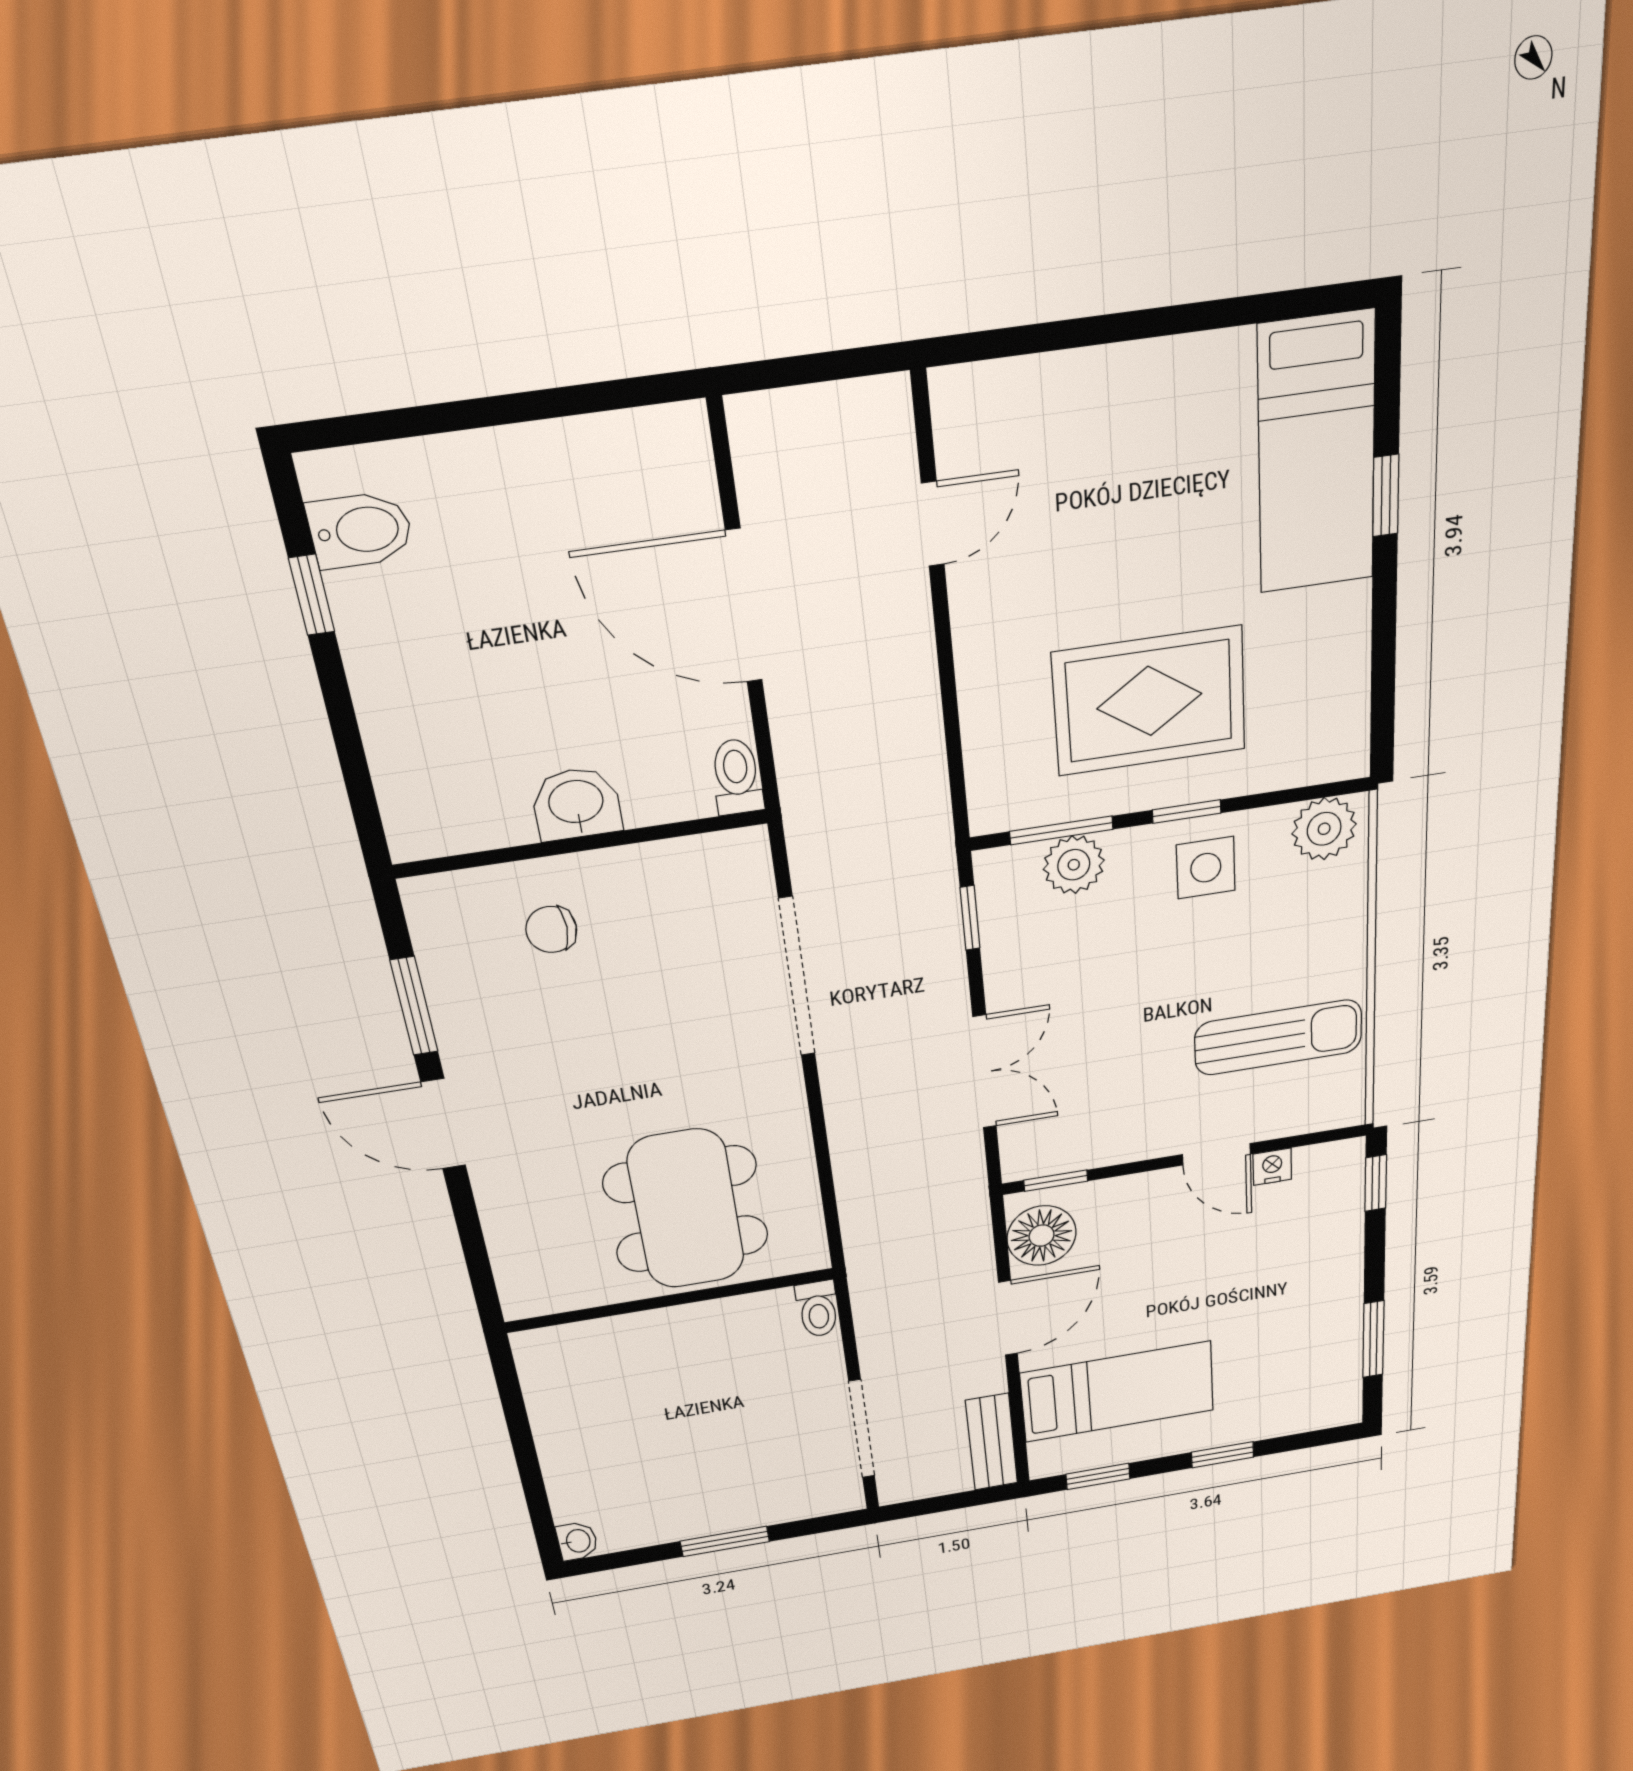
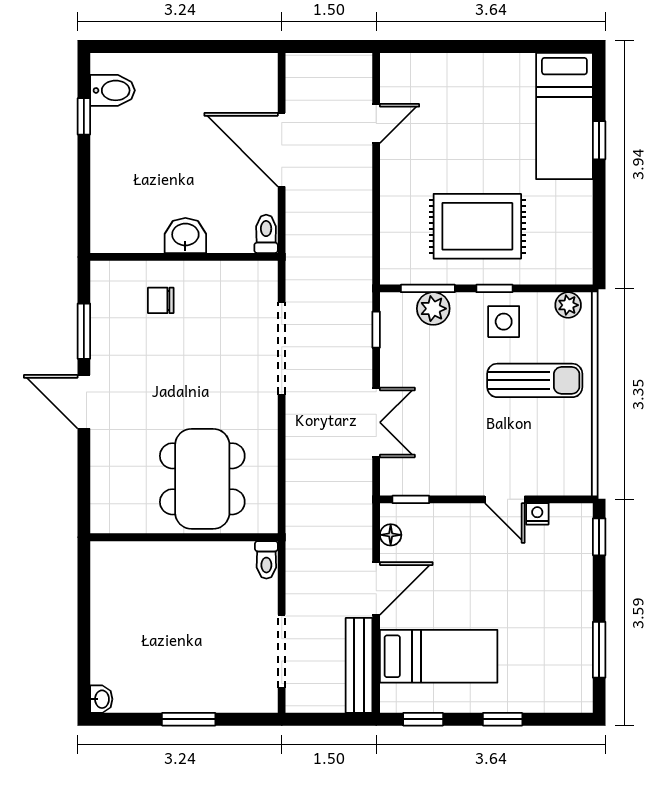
plant: (1324, 829) -> (568, 305), width x0.73, depth x0.73
sun lounger: (1278, 1037) -> (535, 380), moved
floor lamp: (1042, 1236) -> (391, 535), width x0.53, depth x0.53
bench: (992, 1442) -> (359, 665), width x1.36

